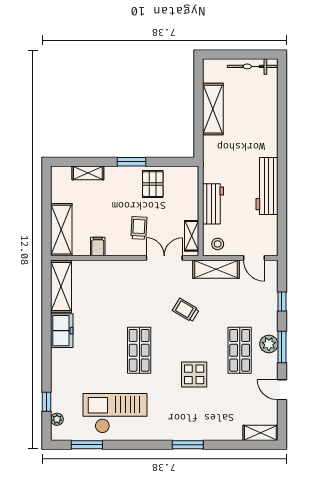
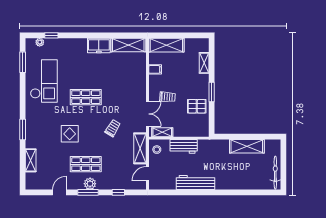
shelving: (260, 433) -> (31, 160), moved

